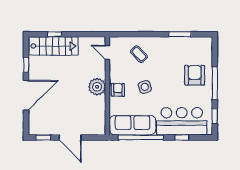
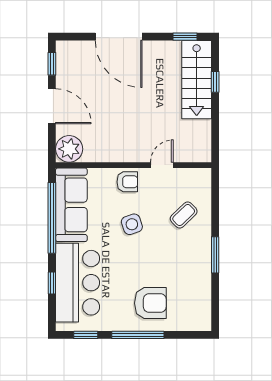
window: (180, 34) -> (215, 255), moved
door: (107, 52) -> (162, 165), moved
window: (26, 65) -> (185, 37), moved
plant: (97, 87) -> (69, 149), moved
door: (70, 137) -> (52, 106), swing flipped

